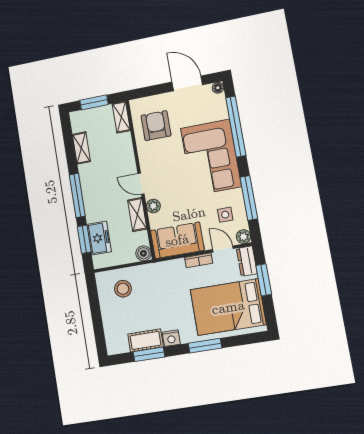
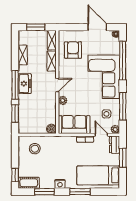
door: (141, 184) -> (57, 85), swing flipped
shelving: (137, 214) -> (52, 61), moved
freezer: (99, 238) -> (25, 84), moved
bed: (228, 307) -> (98, 175), width x0.67
window: (99, 335) -> (15, 175), added
cot: (145, 340) -> (29, 183), moved

